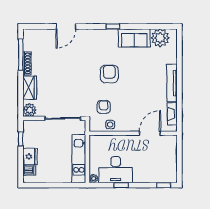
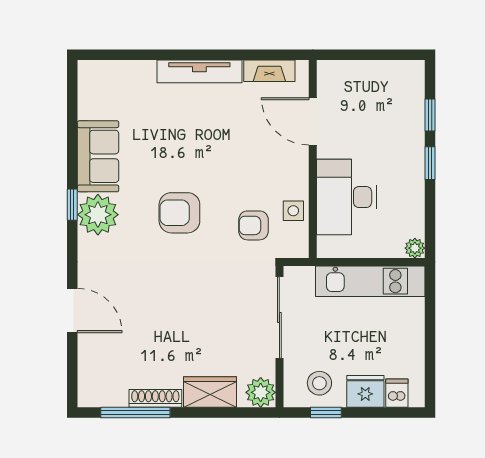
plant: (160, 38) -> (98, 215), moved
stool: (34, 136) -> (319, 383), added
desk: (116, 170) -> (346, 197), moved, turned 180
window: (121, 185) -> (430, 163), moved
window: (164, 185) -> (430, 115), moved

